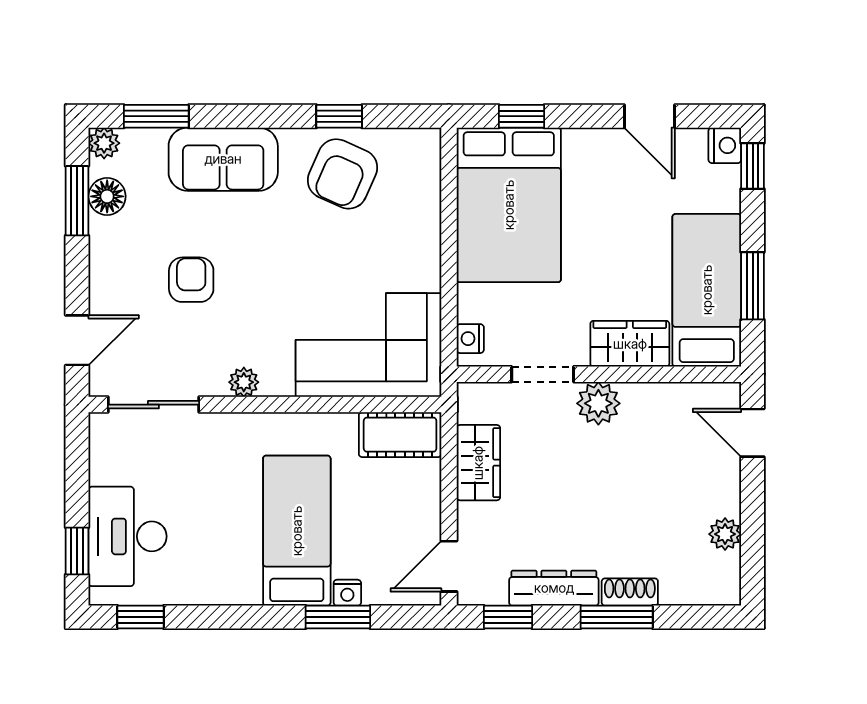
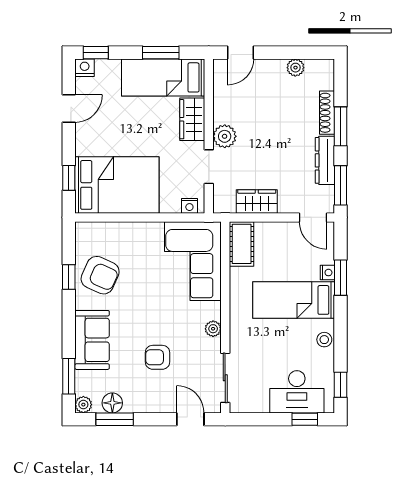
stool: (224, 587) -> (324, 340), added
shoe rack: (630, 592) -> (327, 113), width x1.43
window: (508, 617) -> (341, 185), width x1.50

